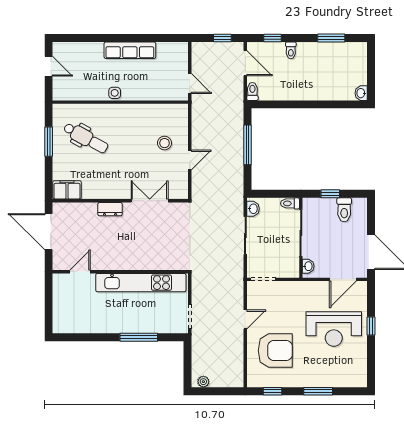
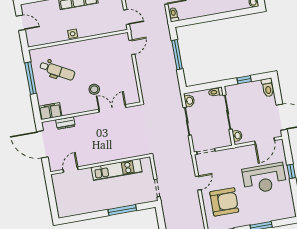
window: (49, 142) -> (31, 78), width x1.44
stool: (165, 143) -> (94, 89), moved
door: (190, 160) -> (132, 47), moved
dresser: (110, 209) -> (65, 123), moved
toilet: (344, 210) -> (268, 88), moved
kitchen unit: (141, 283) -> (117, 170), width x0.73

